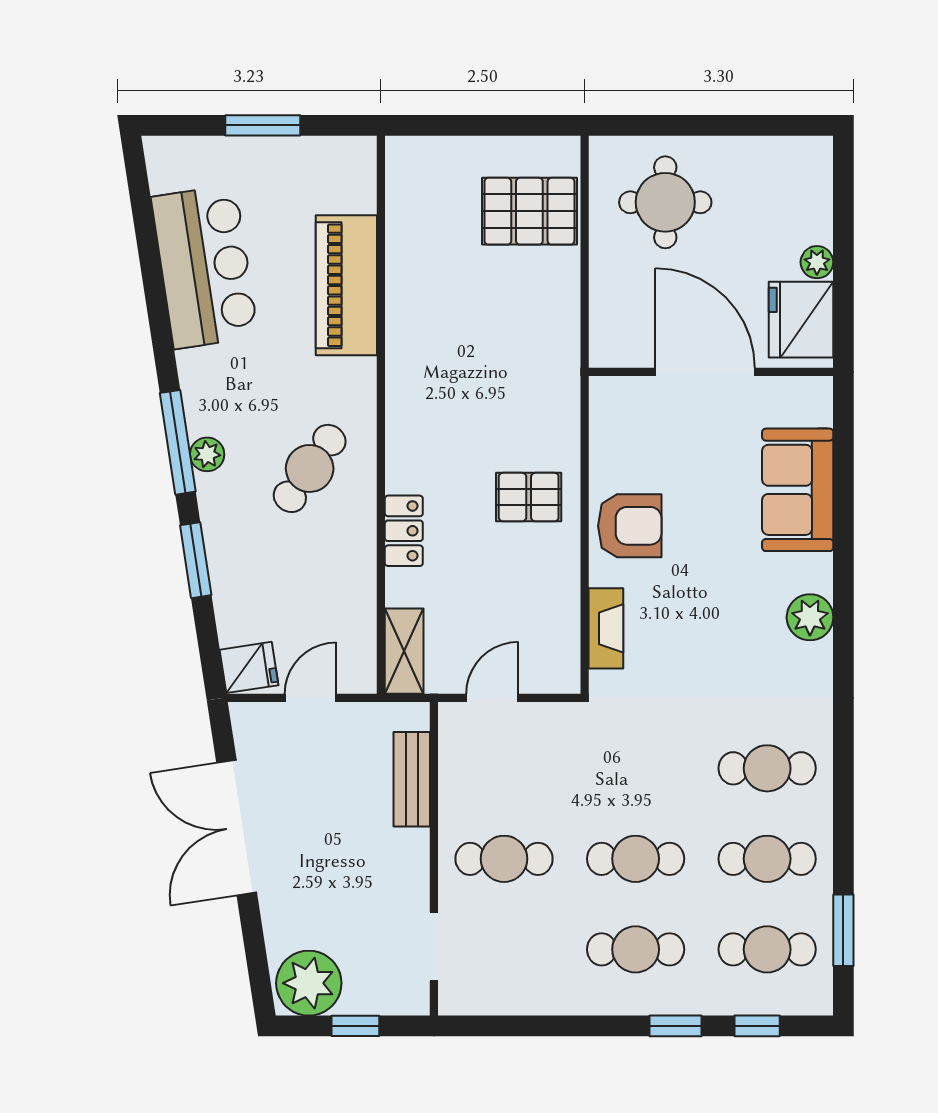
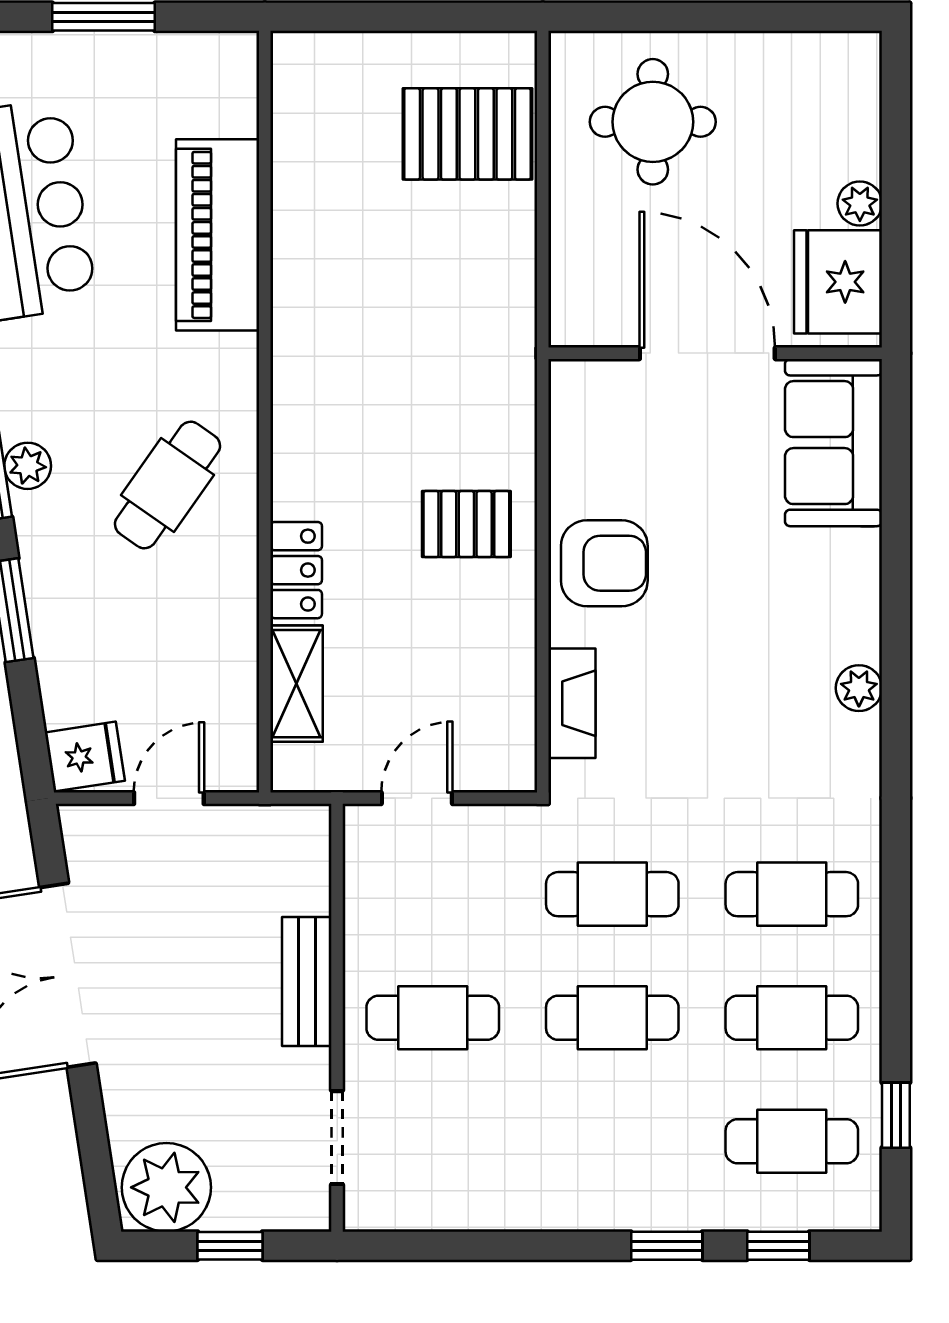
sofa: (798, 490) -> (834, 443), moved
plant: (810, 617) -> (859, 688), width x0.73, depth x0.73
shelving: (404, 651) -> (297, 684), moved
bench: (412, 779) -> (307, 982), moved
window: (843, 930) -> (896, 1115), width x0.67
cafe table: (636, 949) -> (612, 894), moved

